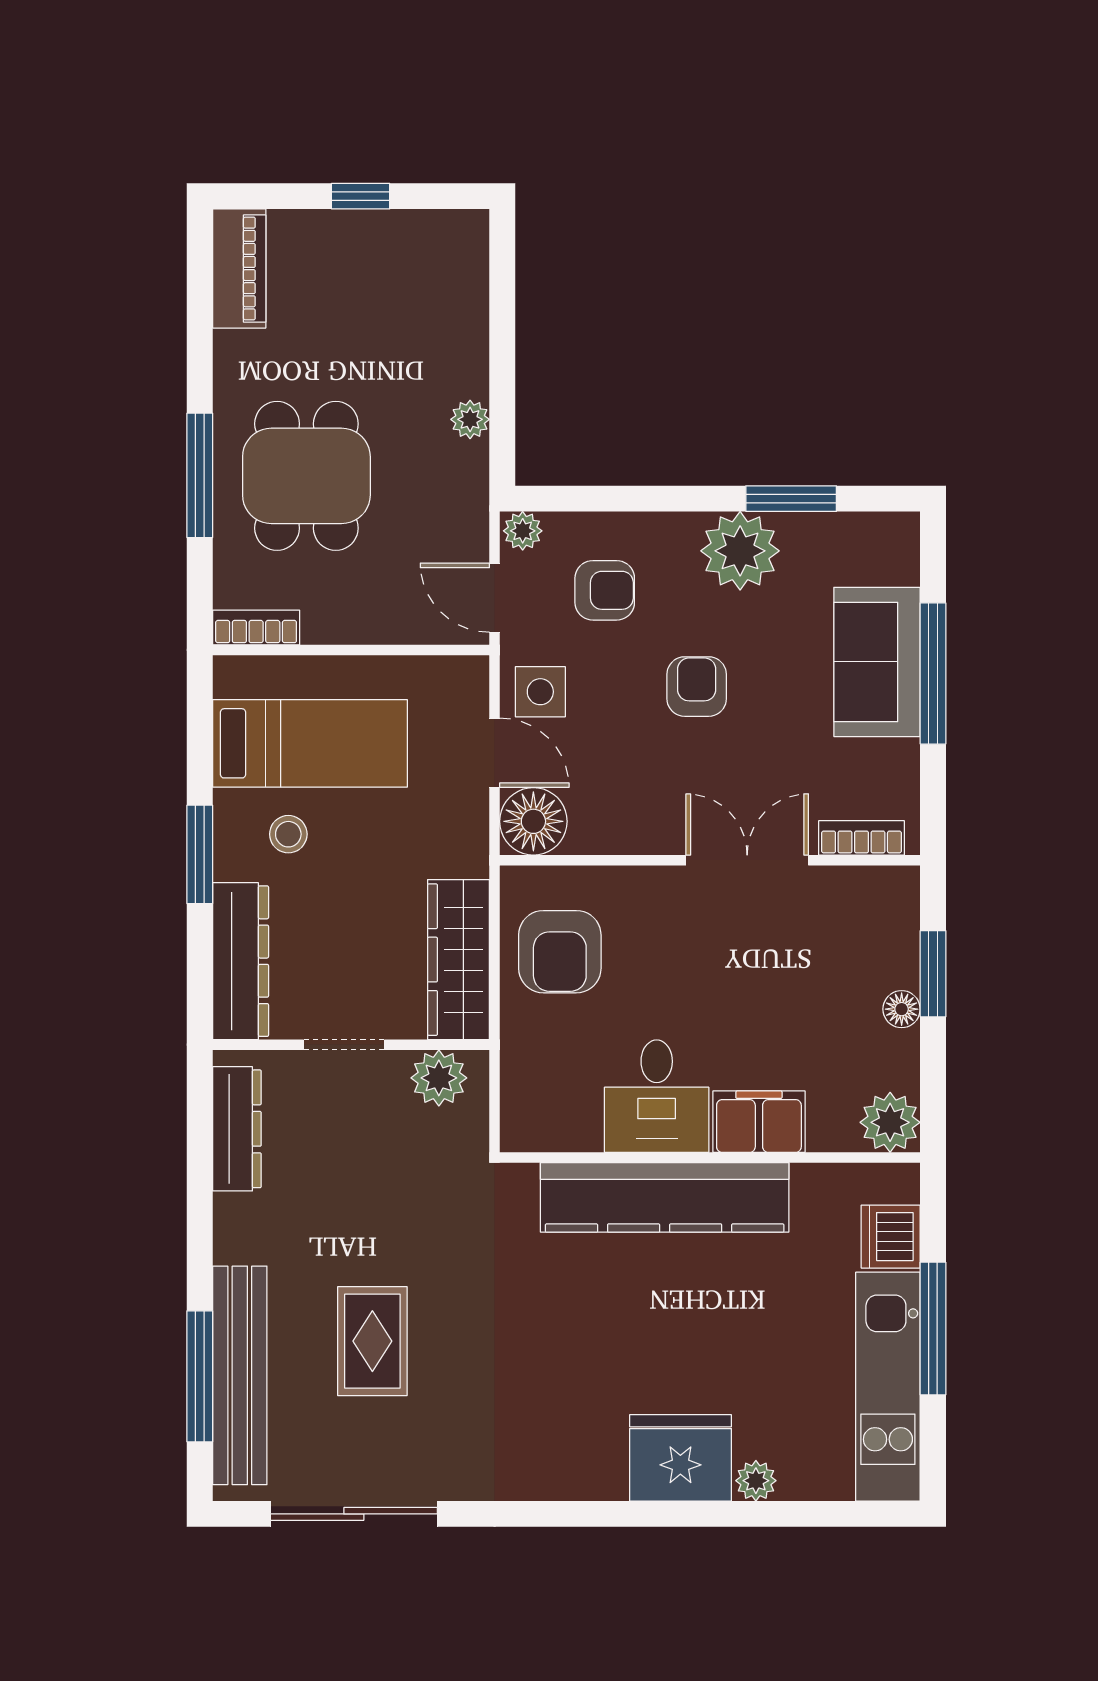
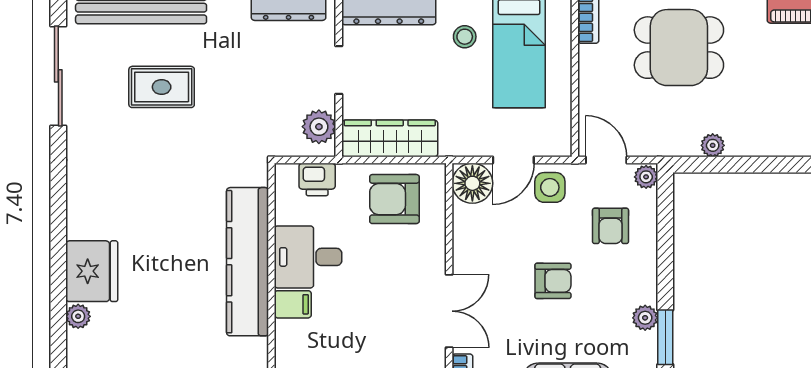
plant: (740, 551) -> (645, 318), width x0.53, depth x0.53
door: (495, 598) -> (606, 160), hinge flipped
printer: (527, 1081) -> (317, 179), added
filing cabinet: (759, 1122) -> (293, 304), width x0.50

